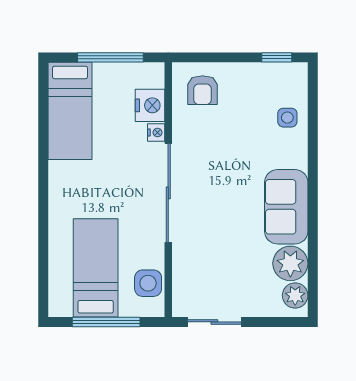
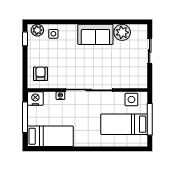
armchair: (203, 90) -> (40, 74), turned -90
nightstand: (150, 105) -> (35, 99), moved
plant: (295, 295) -> (37, 30), moved
sliding door: (214, 322) -> (150, 51), moved

